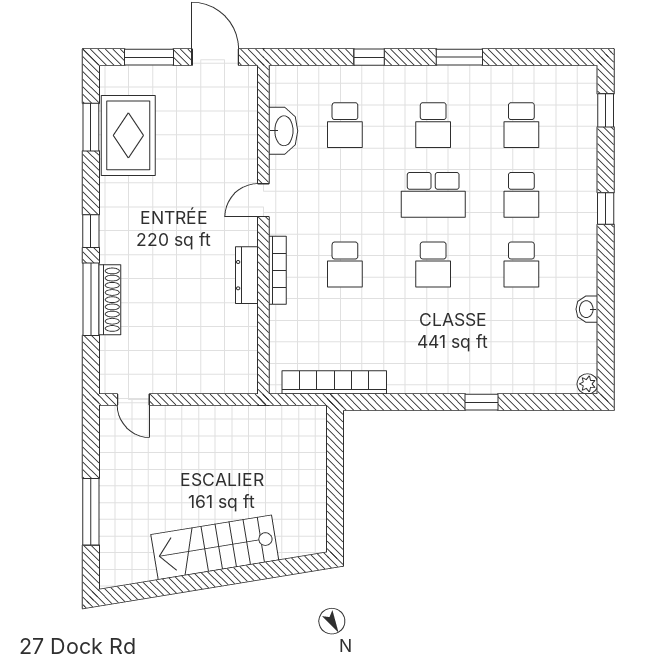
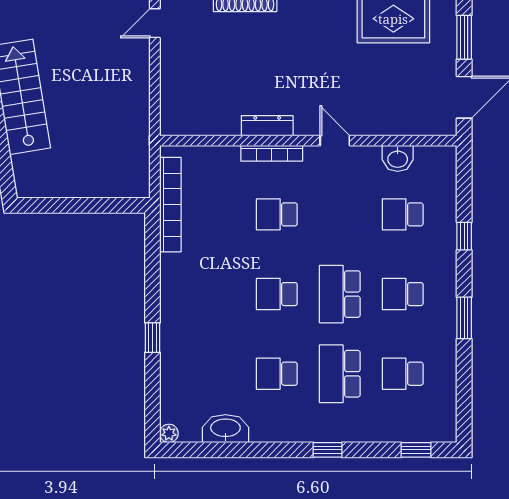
washbasin: (283, 131) -> (398, 158), width x0.72
school desk: (521, 195) -> (340, 374), width x1.85
washbasin: (587, 309) -> (225, 429), width x1.91, depth x1.45

